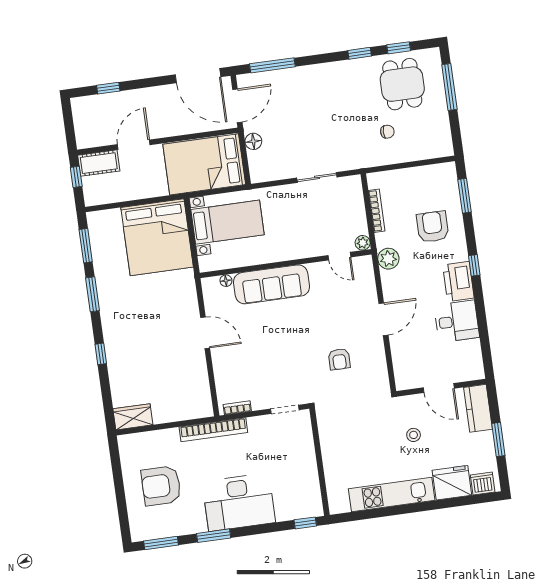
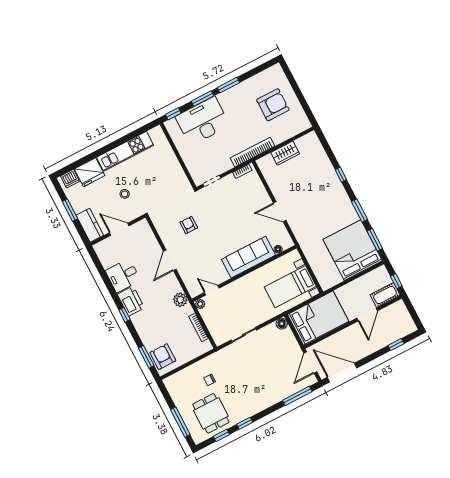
floor lamp: (253, 141) -> (282, 324), moved
armchair: (433, 227) -> (163, 357), moved, turned 180
bed: (157, 237) -> (353, 250), moved
wardrobe: (133, 417) -> (285, 153), moved
desk: (239, 502) -> (202, 121), moved
window: (161, 543) -> (203, 99), moved

